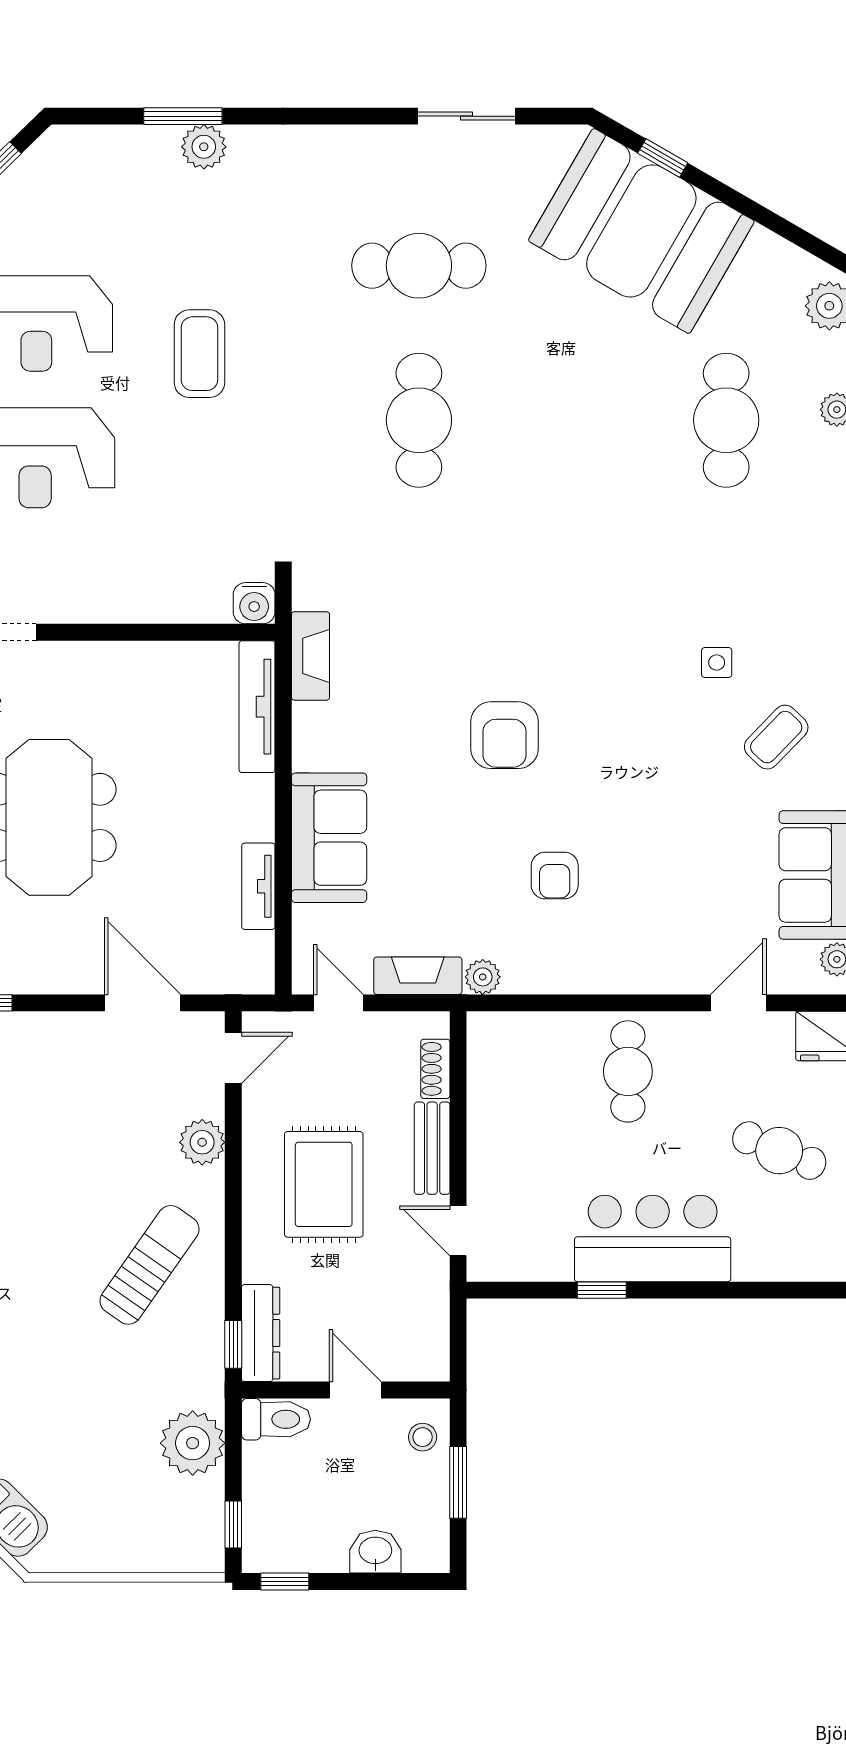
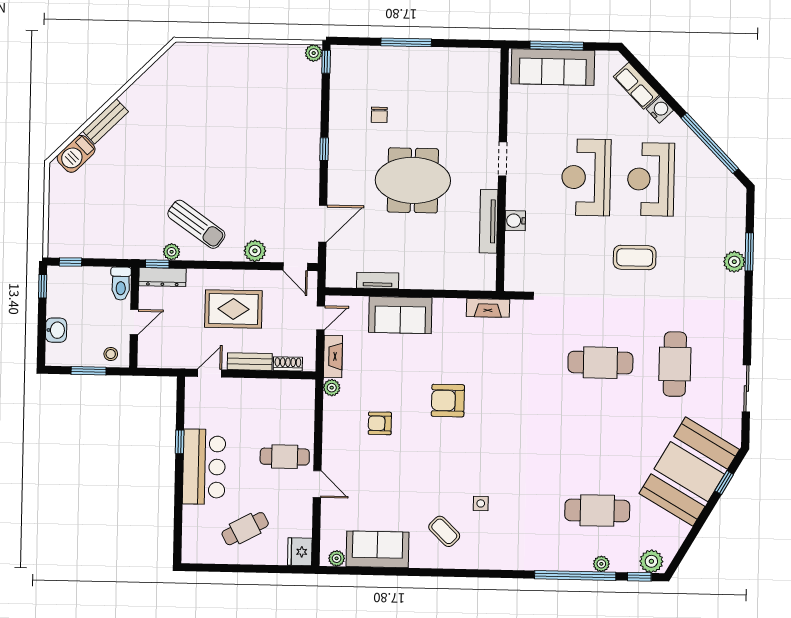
water cooler: (254, 603) -> (515, 221), moved
tv unit: (257, 707) -> (489, 221), moved, turned -90
door: (738, 1003) -> (317, 484), moved
cafe table: (779, 1151) -> (245, 529), turned 40
plant: (193, 1443) -> (172, 252), moved, width x0.53, depth x0.53

